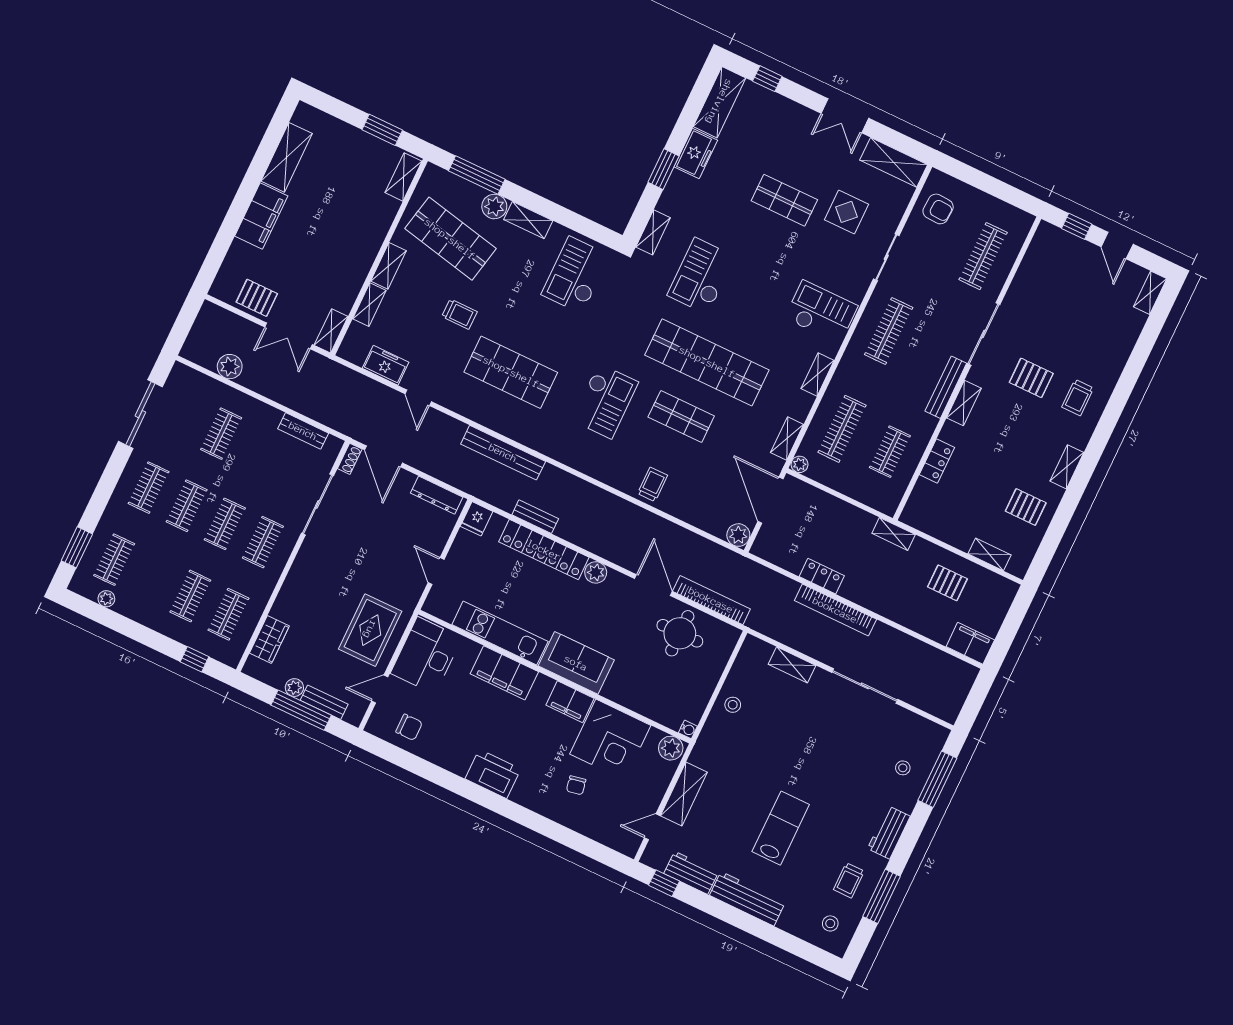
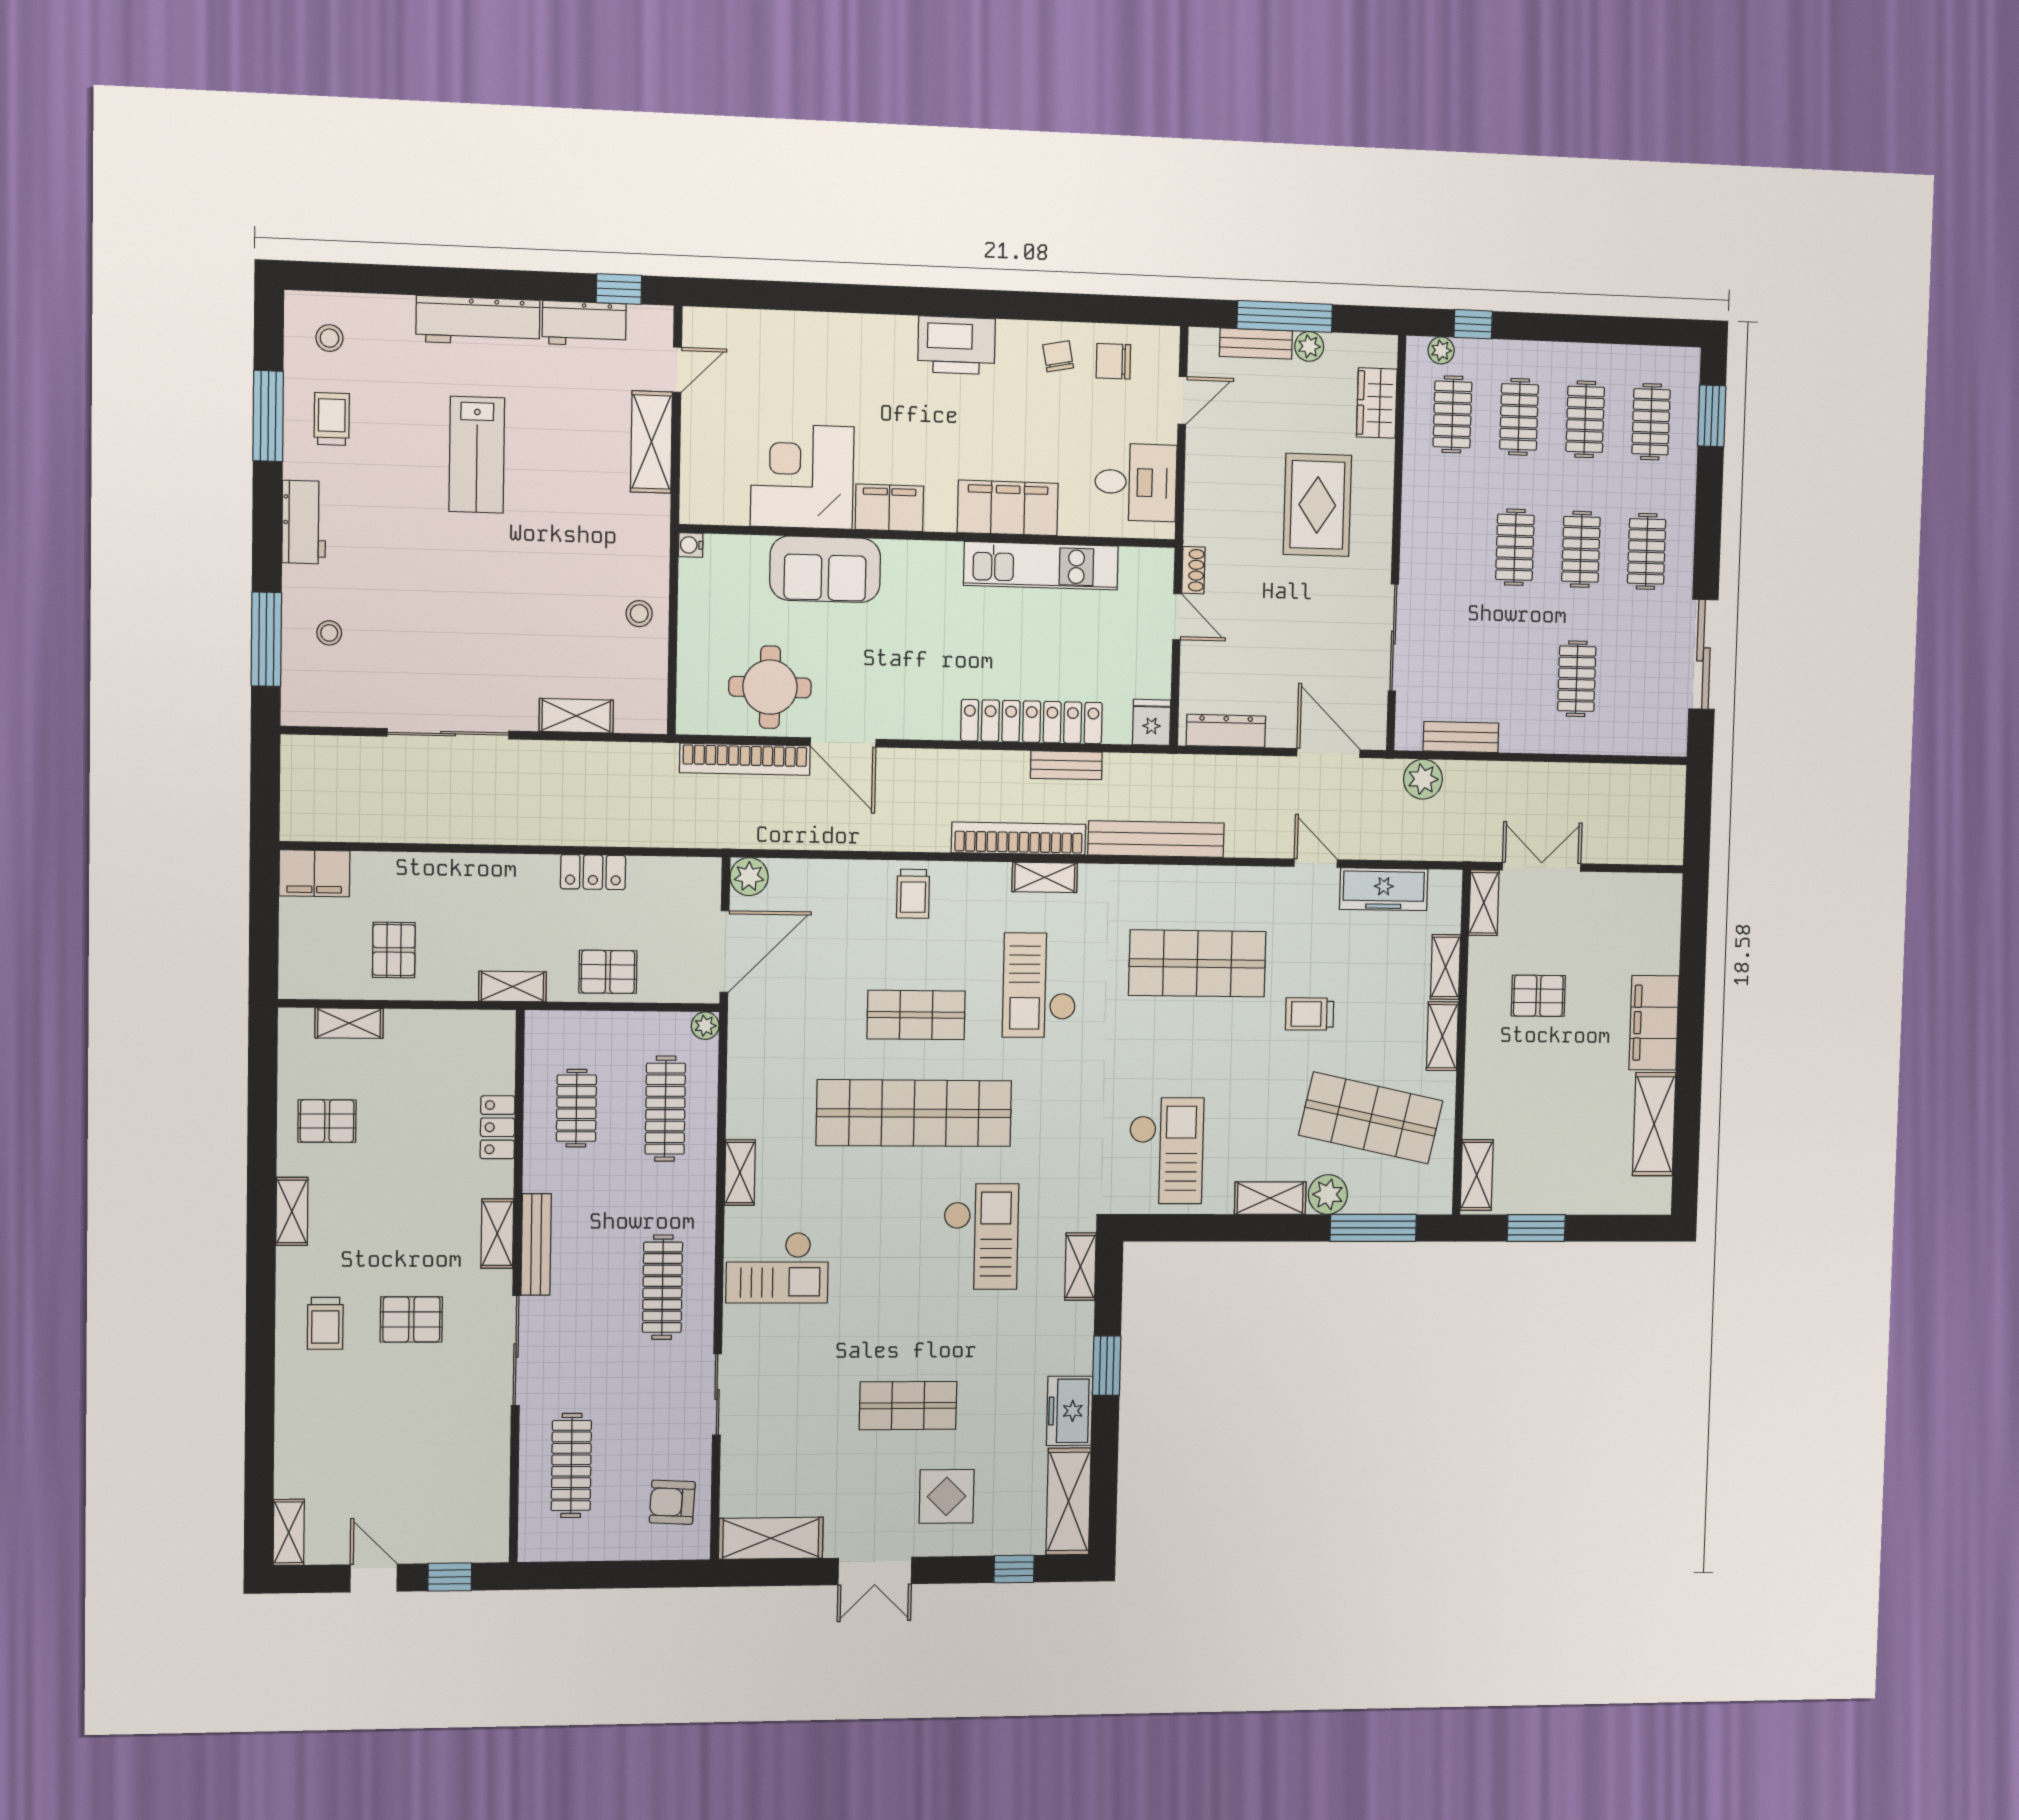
double door: (845, 116) -> (875, 1571), swing flipped
display table: (846, 212) -> (947, 1496), moved
pallet: (257, 298) -> (1538, 996), moved
freezer: (386, 365) -> (1384, 889), width x1.40
plant: (230, 367) -> (1423, 779), moved
trolley: (1078, 398) -> (325, 1323), turned 180
shelving: (787, 439) -> (1045, 877), moved, turned 90
shoe rack: (350, 459) -> (1193, 570), moved, turned 180
door: (770, 500) -> (725, 952), hinge flipped
pallet: (839, 518) -> (608, 972), added
clothes rail: (263, 542) -> (1585, 419), moved
plant: (596, 572) -> (939, 722), removed
pallet: (947, 583) -> (394, 950), turned 90
plant: (106, 599) -> (1441, 350), moved
bookcase: (835, 610) -> (1019, 838), moved
rug: (370, 630) -> (1317, 505), moved
desk: (426, 655) -> (1136, 482), width x0.73
sofa: (576, 663) -> (825, 569), moved
plant: (671, 748) -> (704, 504), removed
chair: (576, 785) -> (1058, 356), moved

